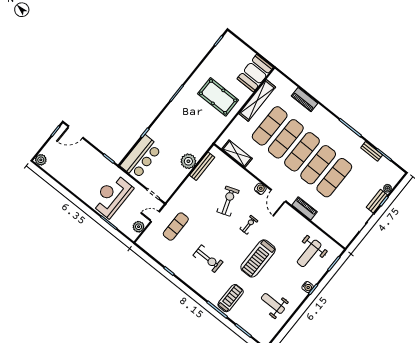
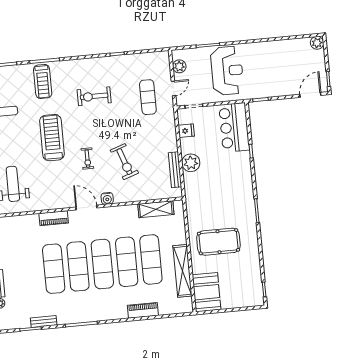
fridge: (172, 183) -> (186, 131), added

